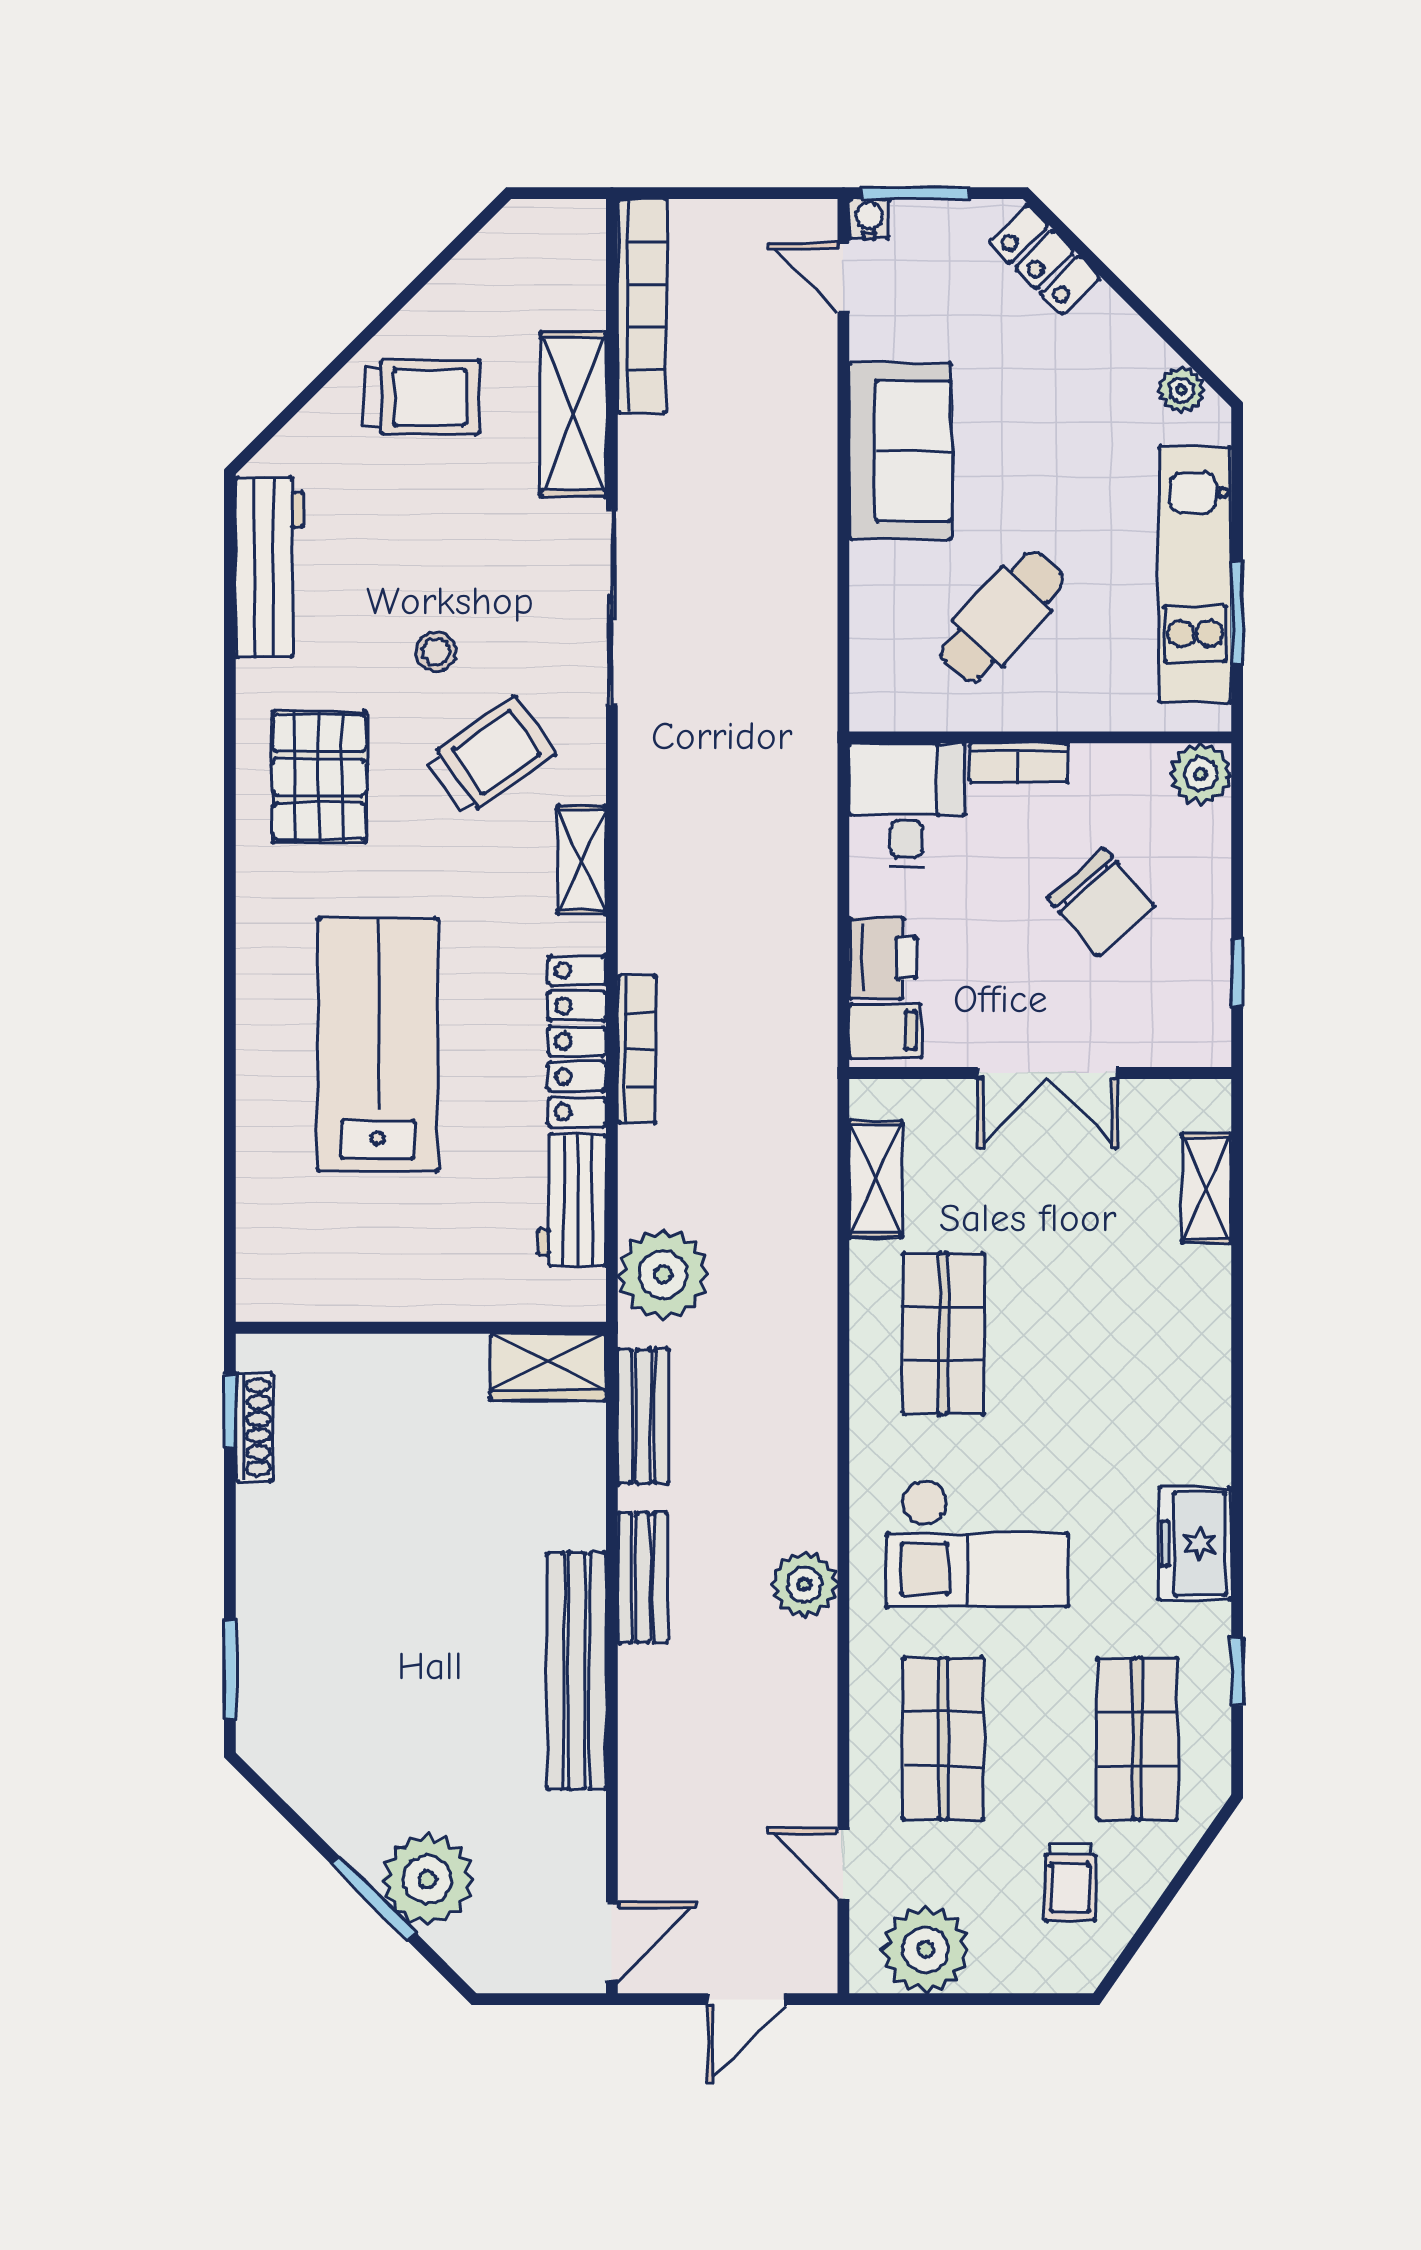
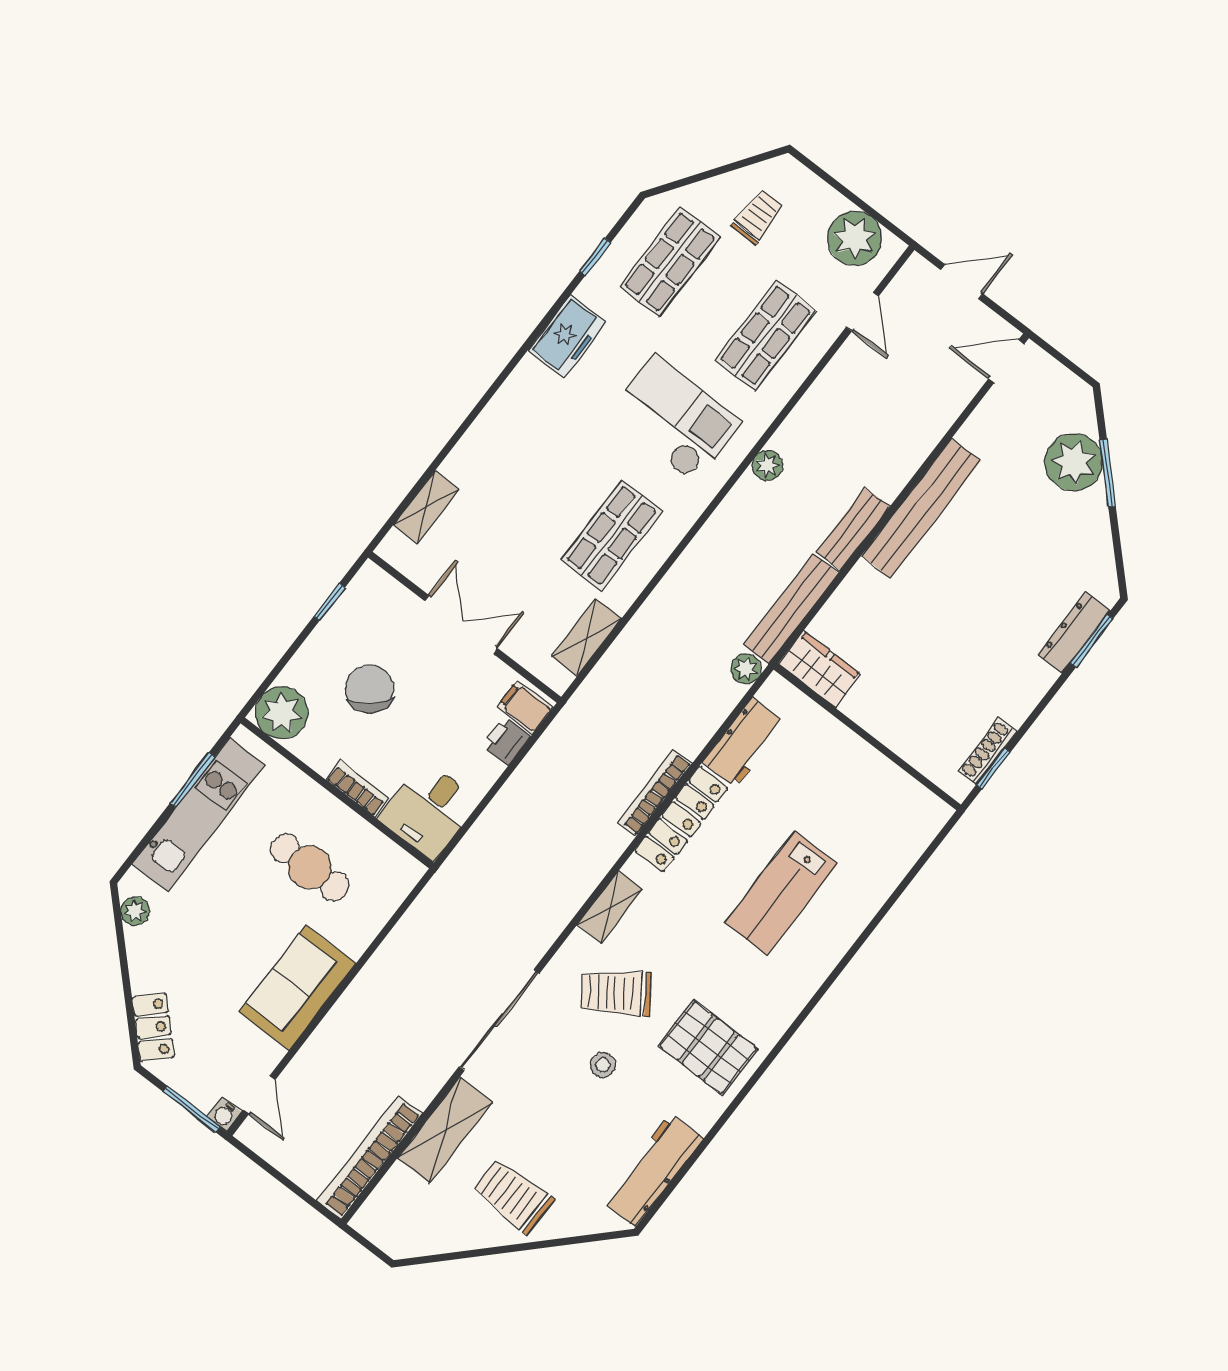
cafe table: (1002, 616) -> (310, 867), turned 48
plant: (1200, 774) -> (282, 713), width x1.36, depth x1.36
pallet: (319, 777) -> (708, 1048), turned 90
printer: (883, 958) -> (506, 741), width x0.73, depth x0.81
lab bench: (378, 1045) -> (781, 893), width x0.73, depth x0.72
plant: (663, 1274) -> (746, 669), width x0.53, depth x0.53
bench: (643, 1416) -> (791, 609), width x1.36
plant: (805, 1584) -> (768, 465), width x0.73, depth x0.73
dresser: (261, 1663) -> (1074, 633), added

